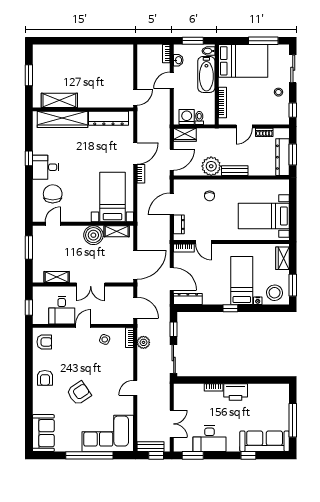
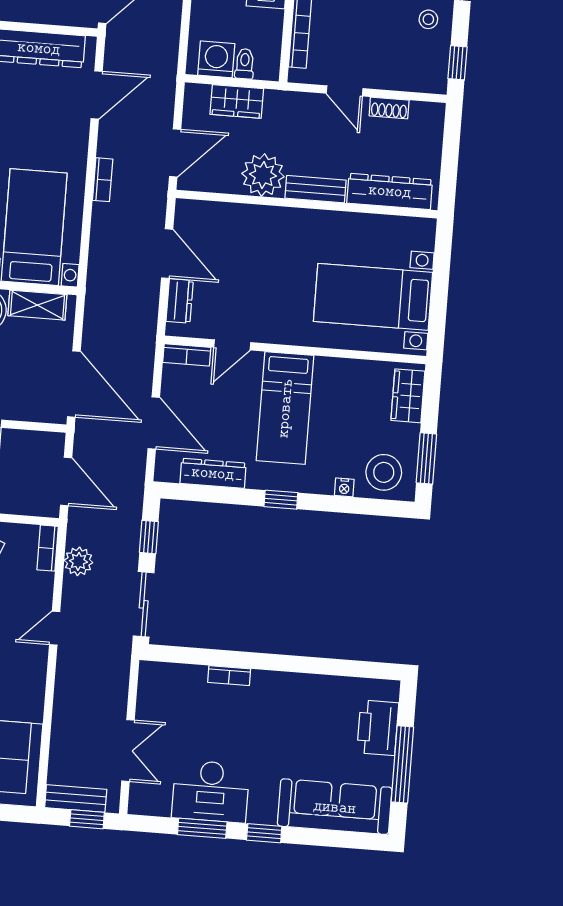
door: (244, 126) -> (345, 91), hinge flipped
wardrobe: (185, 135) -> (237, 101), moved
door: (135, 154) -> (97, 95), moved
window: (293, 155) -> (450, 163), removed
dresser: (283, 157) -> (390, 191), moved, turned 90
chair: (210, 196) -> (254, 242), removed
door: (172, 204) -> (167, 254), swing flipped
door: (204, 242) -> (232, 345), hinge flipped
door: (135, 265) -> (74, 384), hinge flipped
bed: (242, 280) -> (285, 408), moved, turned 180
dresser: (188, 299) -> (213, 473), moved
door: (135, 388) -> (55, 628), moved
printer: (236, 392) -> (378, 728), moved, turned 90
window: (193, 455) -> (202, 828), moved
window: (248, 455) -> (264, 833), moved

